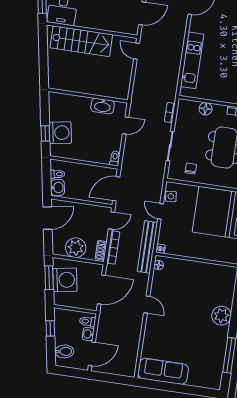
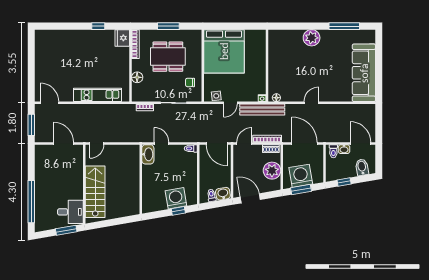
washbasin: (102, 106) -> (148, 154), moved
door: (112, 221) -> (244, 143), hinge flipped
sofa: (163, 371) -> (364, 73), width x1.36, depth x1.27

